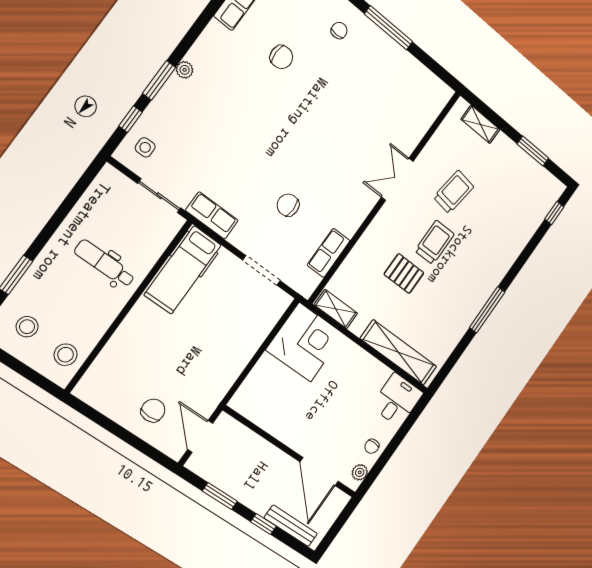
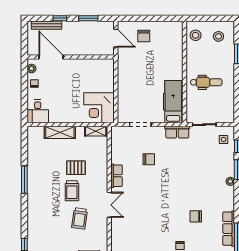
row of seats: (329, 253) -> (117, 176), moved
shelving: (399, 353) -> (60, 132), width x0.68

